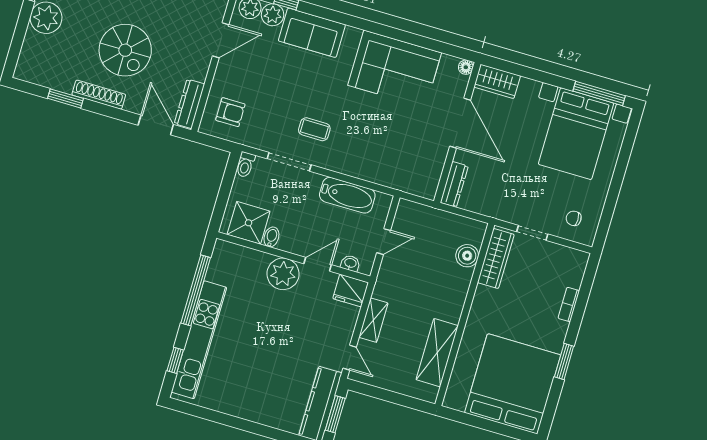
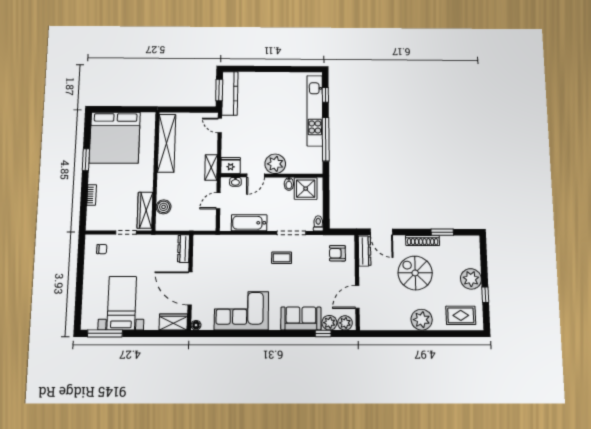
bed with nightstands: (576, 134) -> (122, 303), width x0.73
shelving: (373, 320) -> (211, 167), moved
shelving: (437, 353) -> (167, 143), width x1.47

